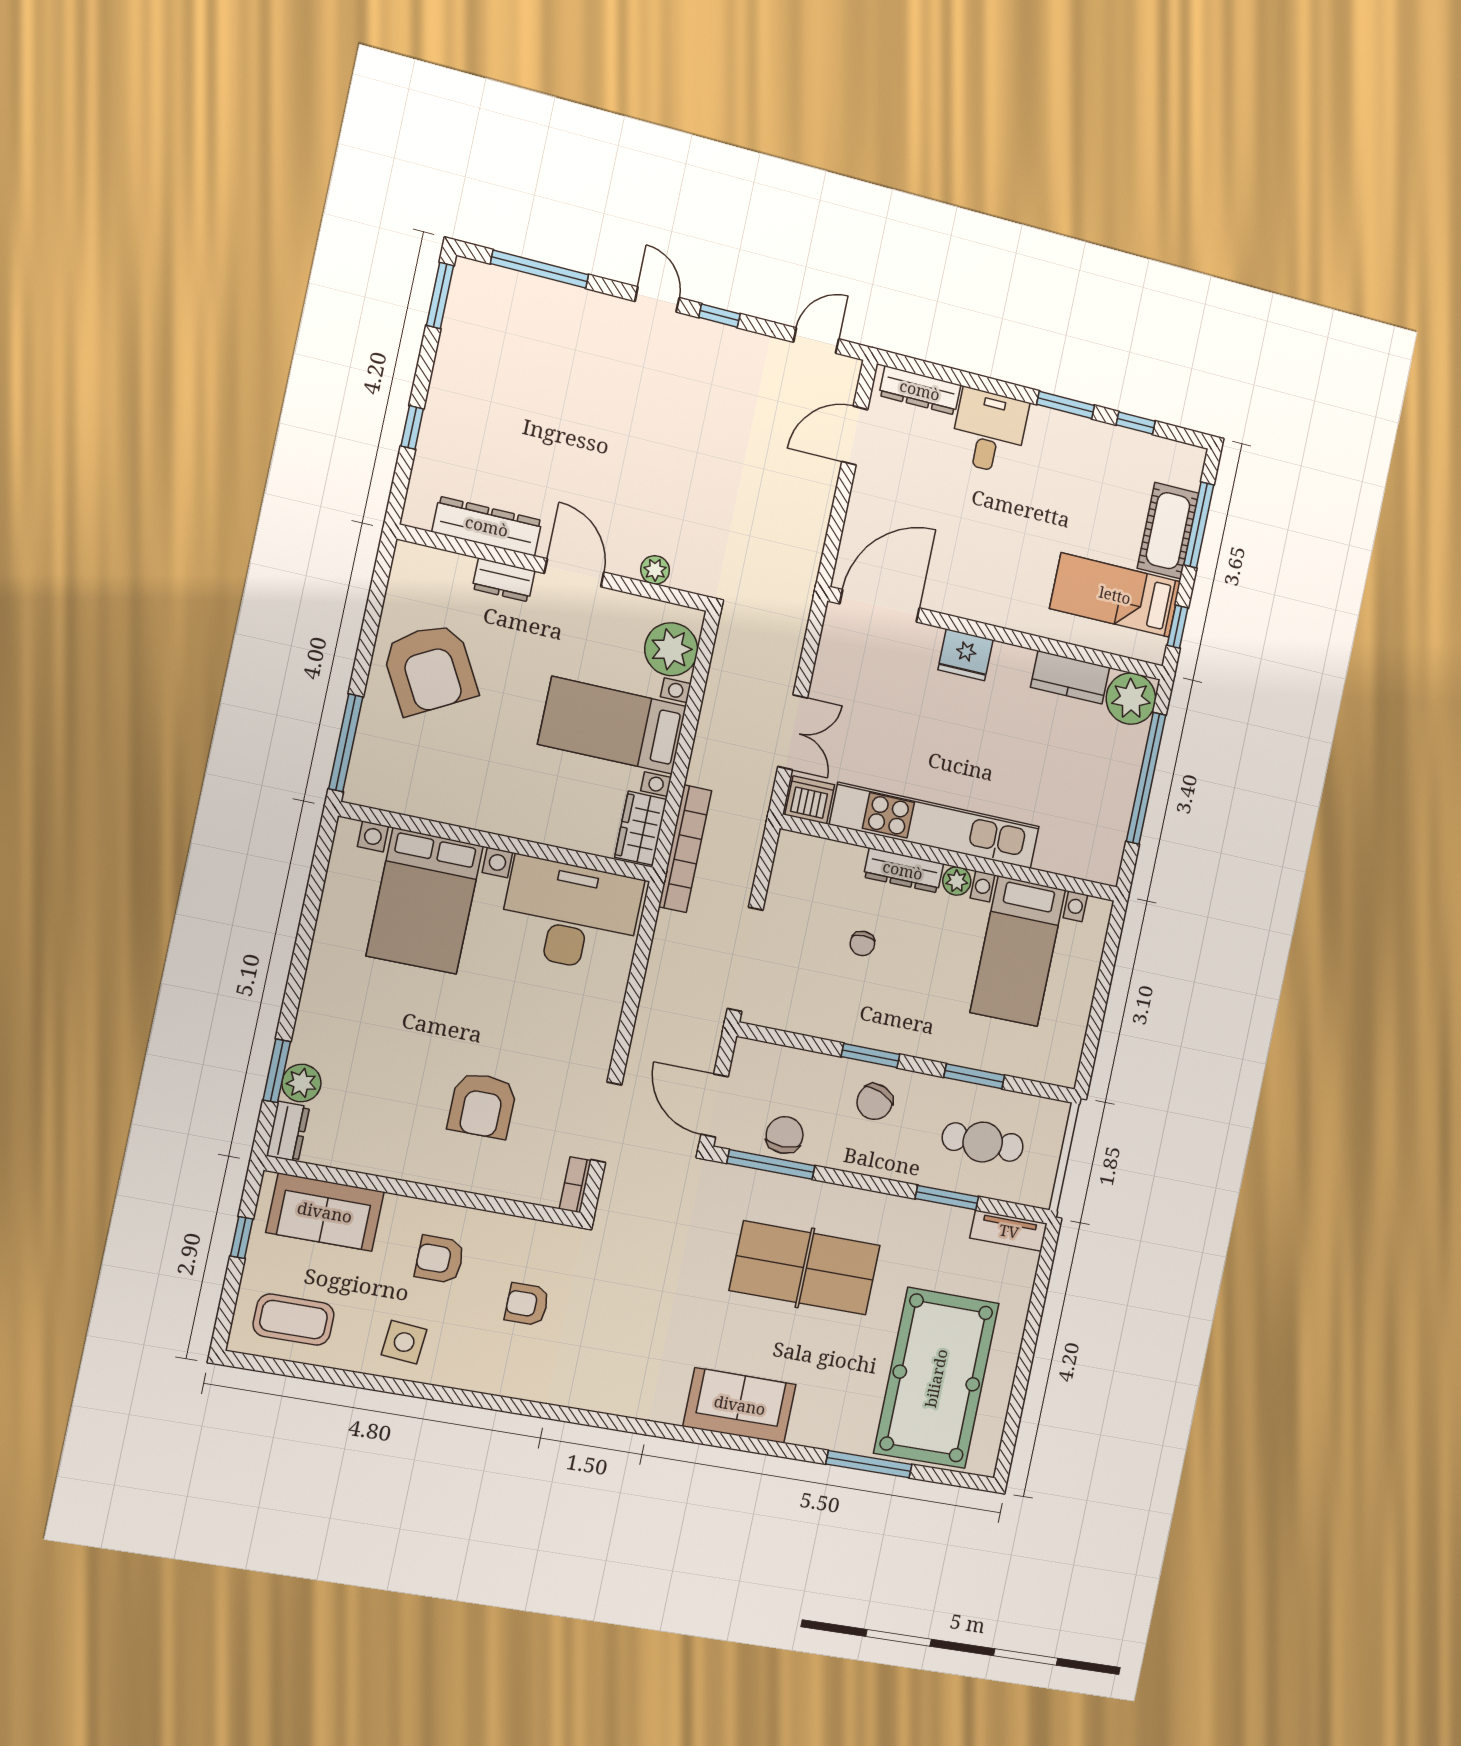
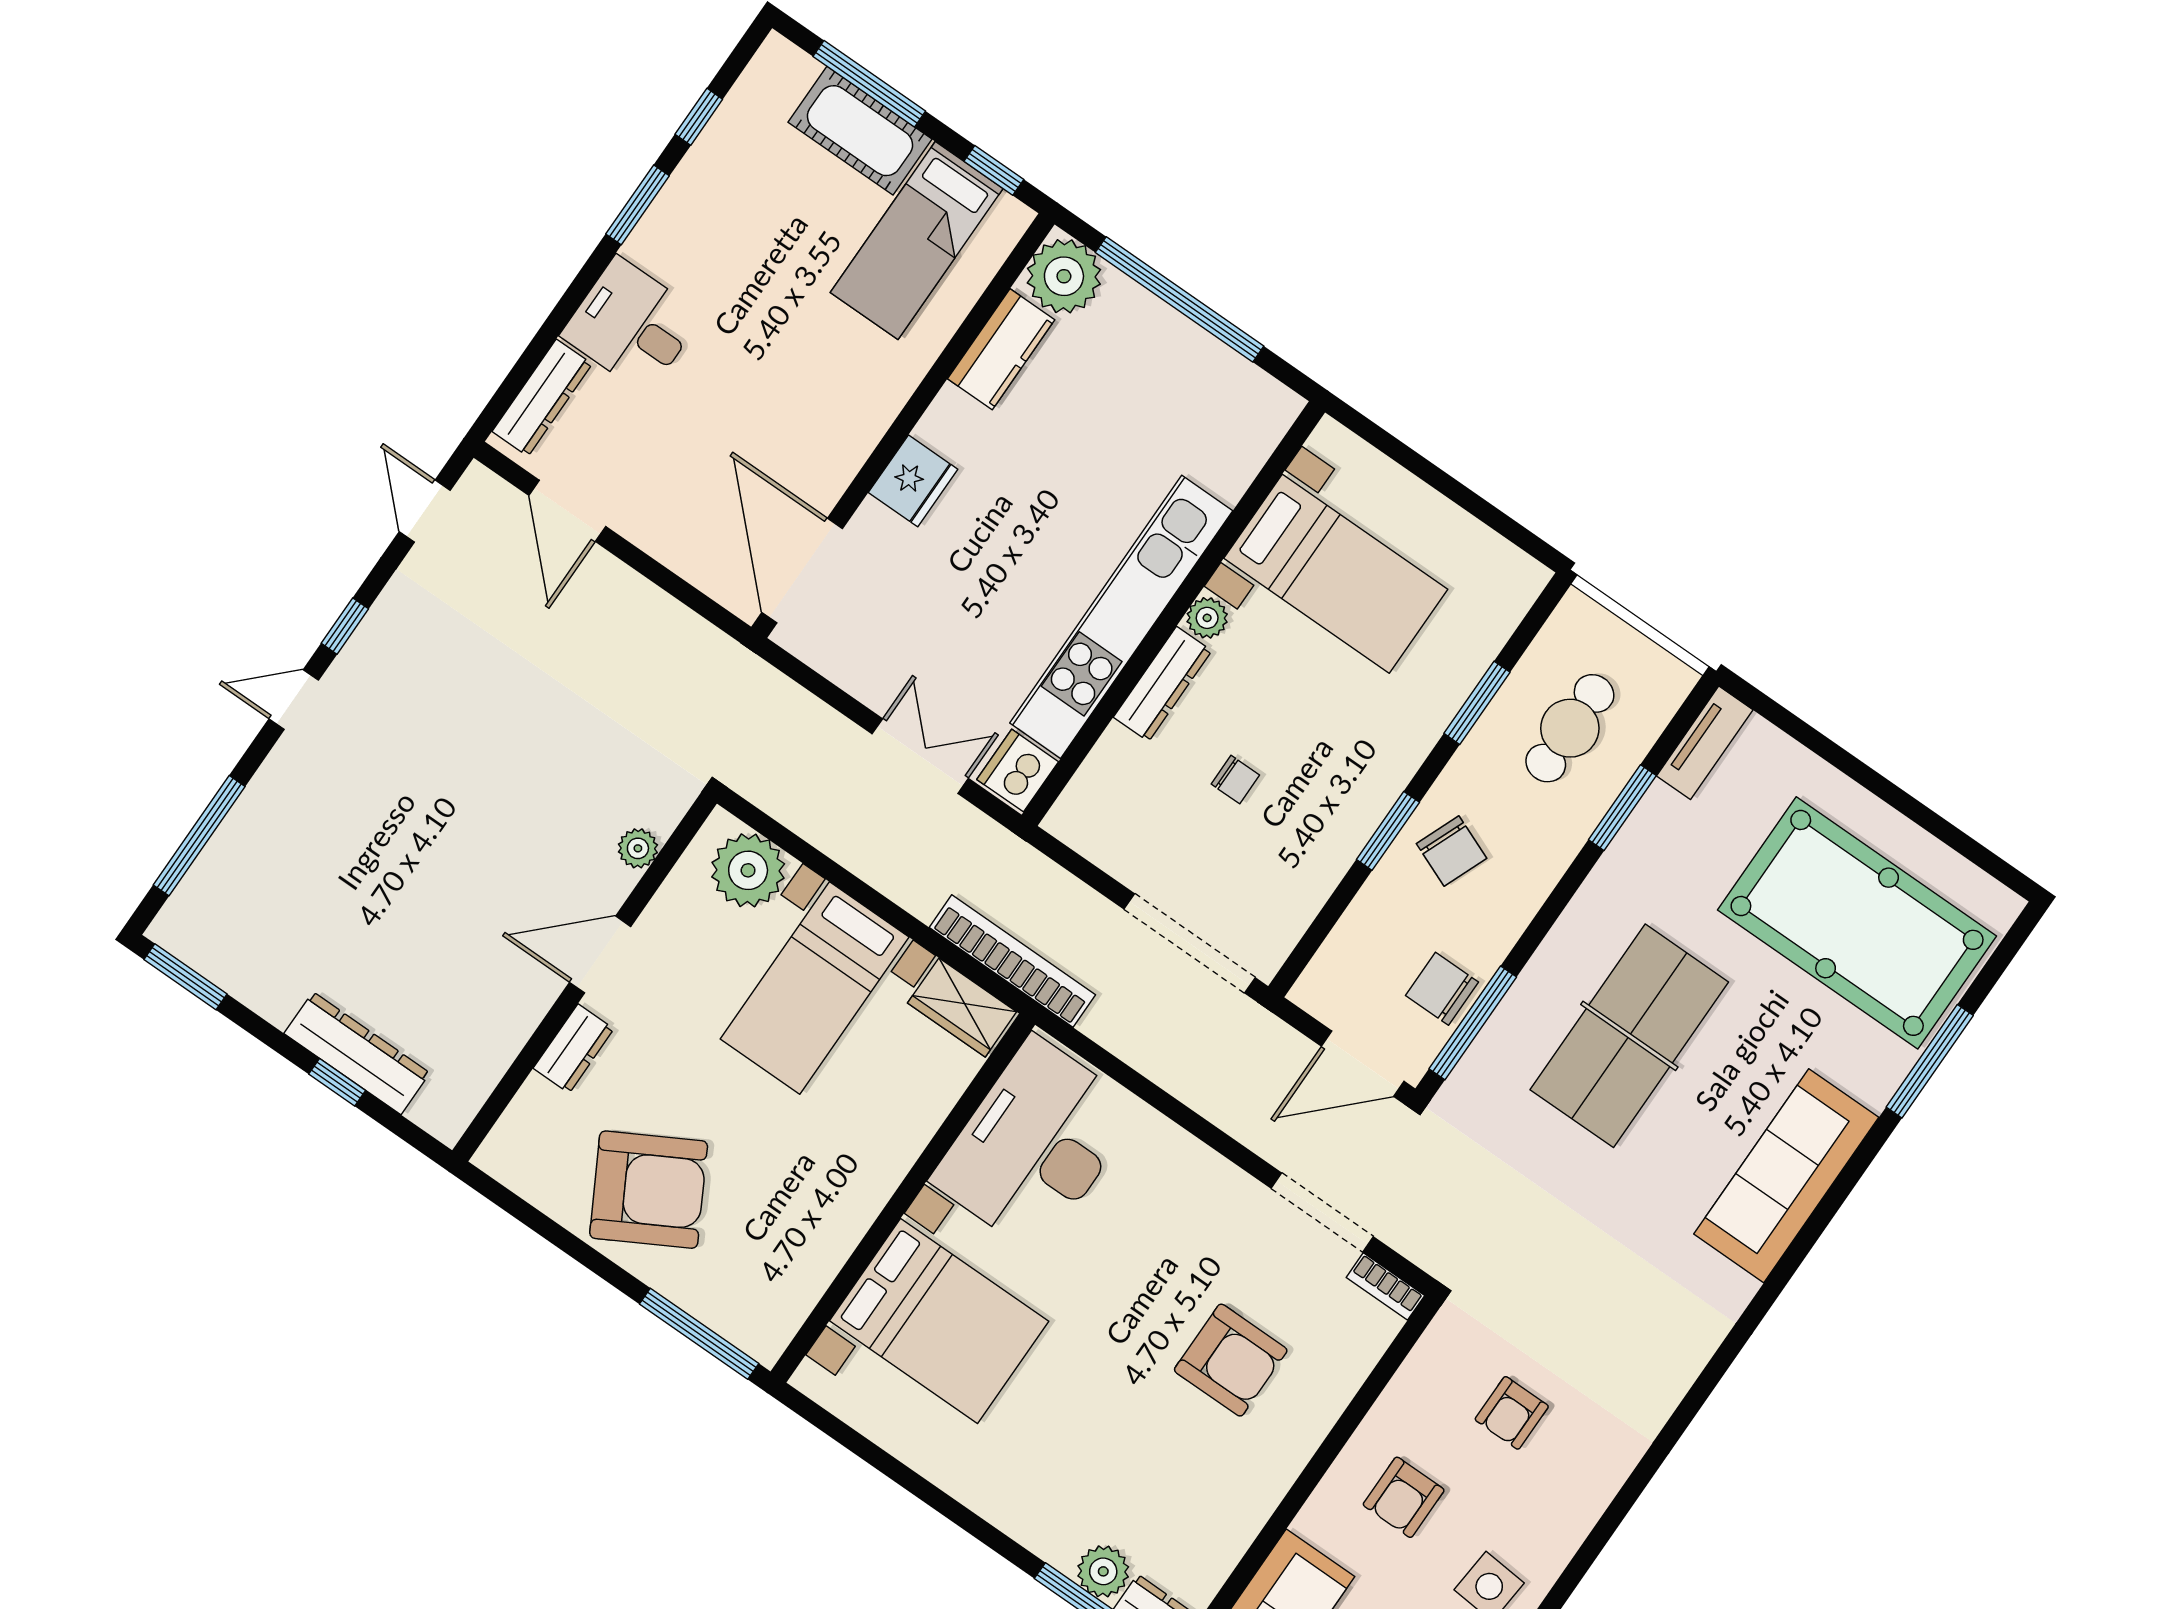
dresser: (487, 526) -> (357, 1053), moved, turned 90
sofa: (740, 1405) -> (1786, 1176), width x1.36

